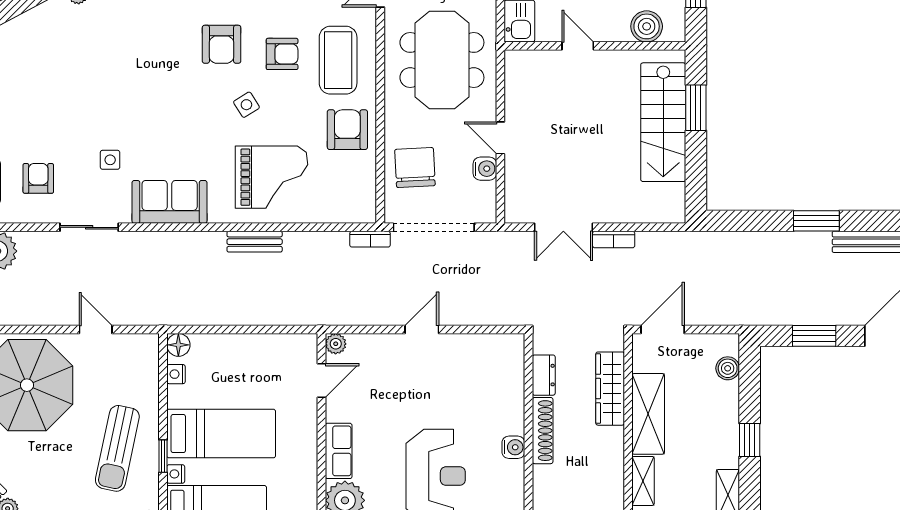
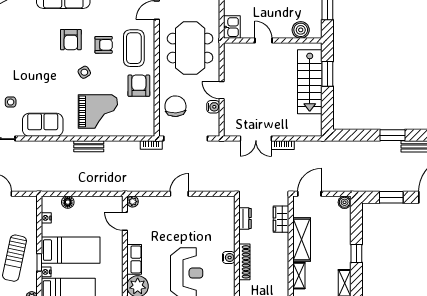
floor lamp: (178, 345) -> (68, 202), moved
boiler: (728, 368) -> (345, 202), moved
door: (321, 380) -> (125, 221), swing flipped
wardrobe: (610, 389) -> (281, 219), width x0.67
shoe rack: (543, 431) -> (244, 262), moved

